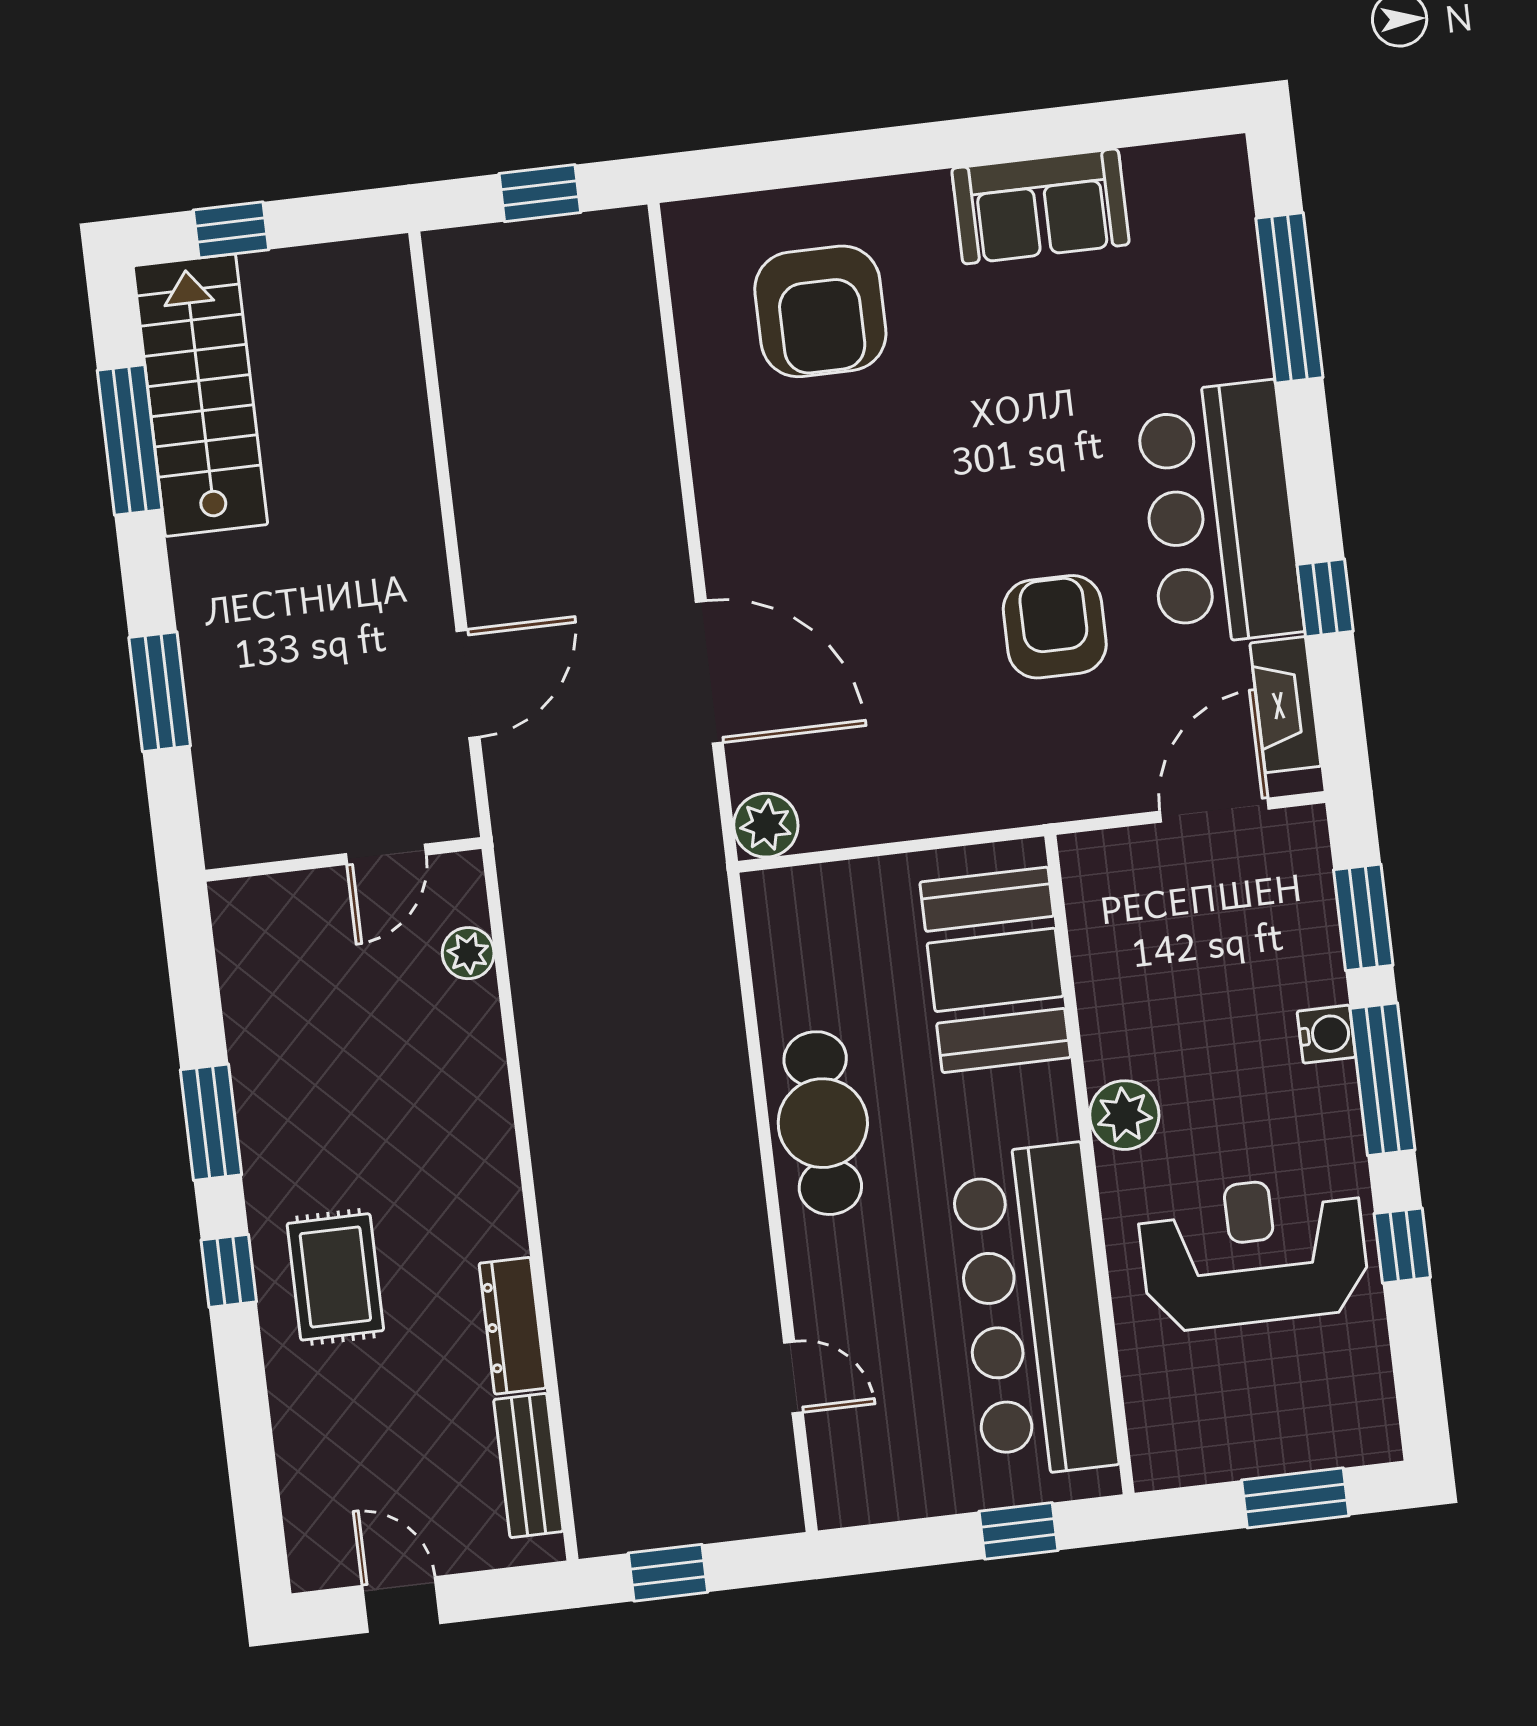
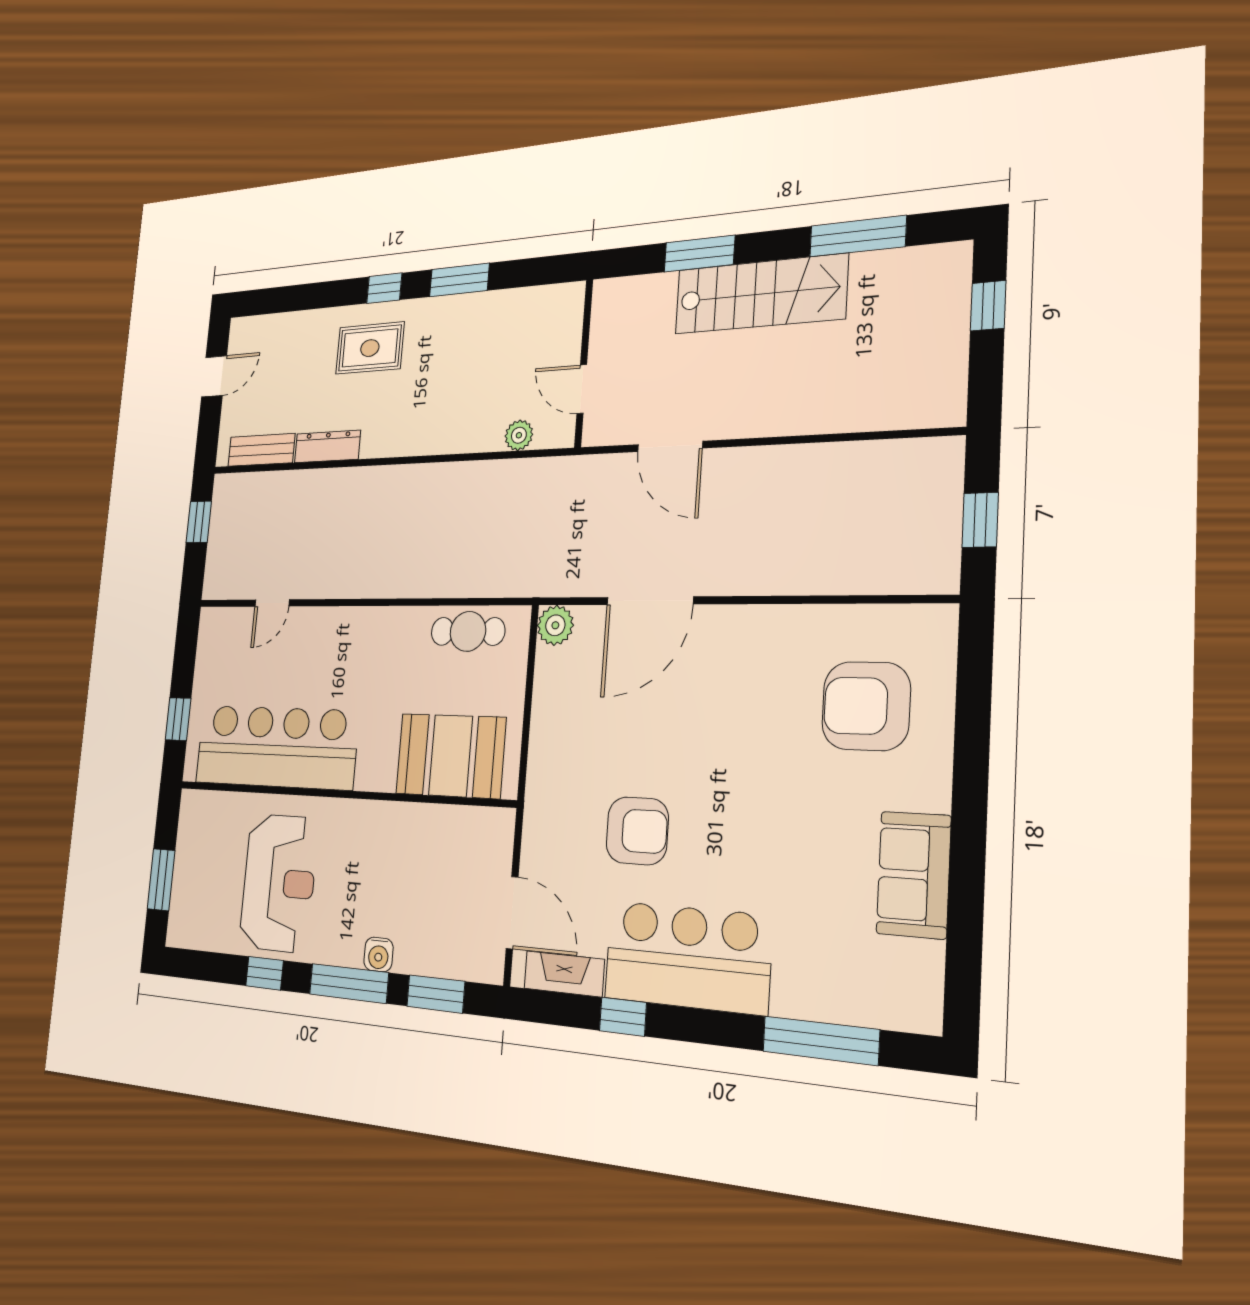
stairs: (200, 395) -> (760, 294), moved
plant: (1124, 1115) -> (361, 820), removed
cafe table: (823, 1123) -> (468, 631), moved, width x0.73, depth x0.74

